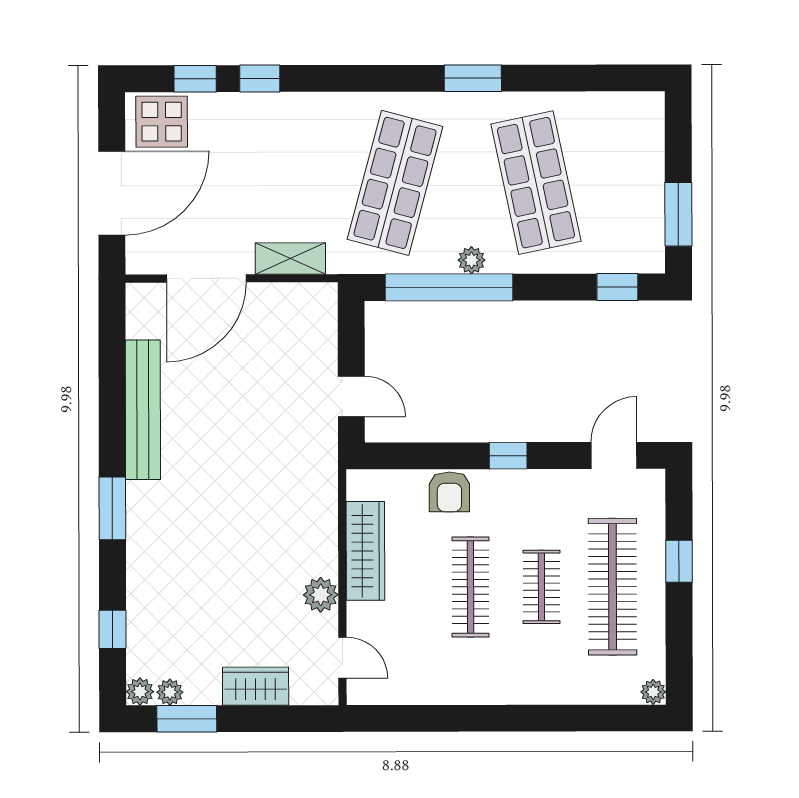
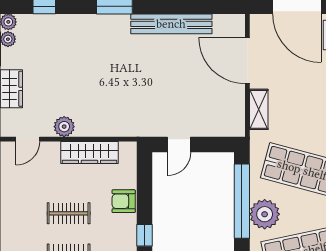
plant: (471, 260) -> (265, 214), width x1.87, depth x1.87
clothes rail: (471, 587) -> (69, 213), width x0.73

